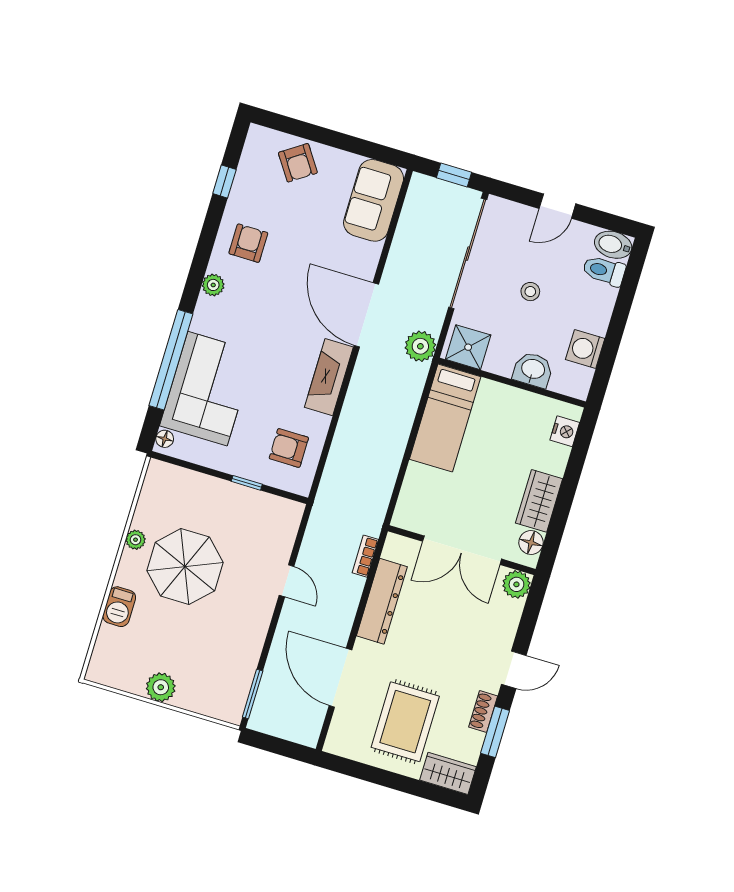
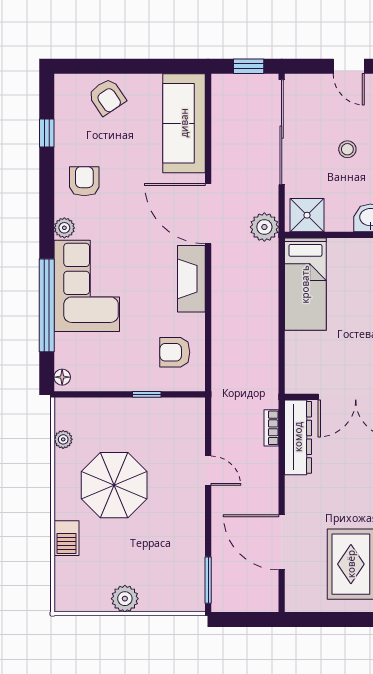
sofa: (374, 200) -> (184, 123), width x1.36
door: (557, 206) -> (349, 66), hinge flipped
corner sofa: (207, 389) -> (87, 286), moved
plant: (136, 540) -> (63, 439), moved
dresser: (382, 601) -> (298, 437), moved

